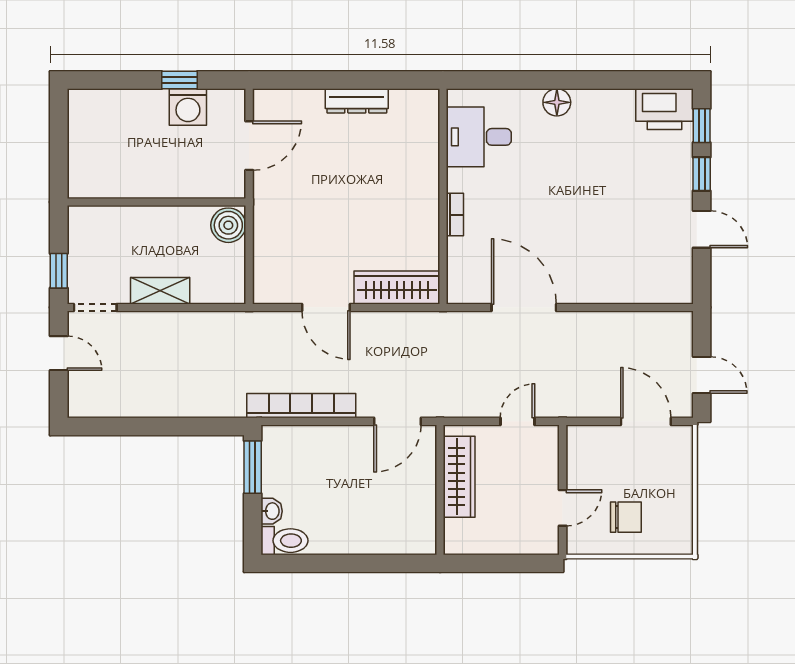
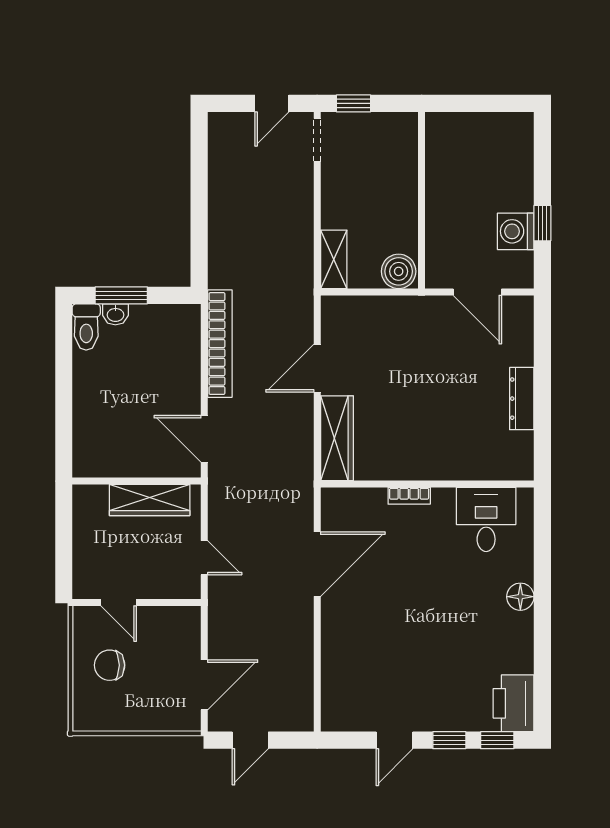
shelving: (160, 291) -> (334, 259), moved
window: (253, 467) -> (121, 295), moved
chair: (626, 517) -> (110, 665), turned 90

